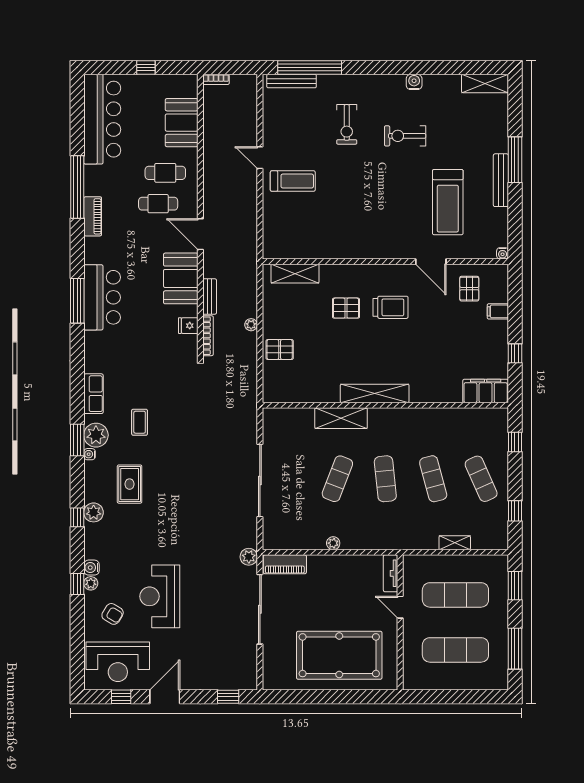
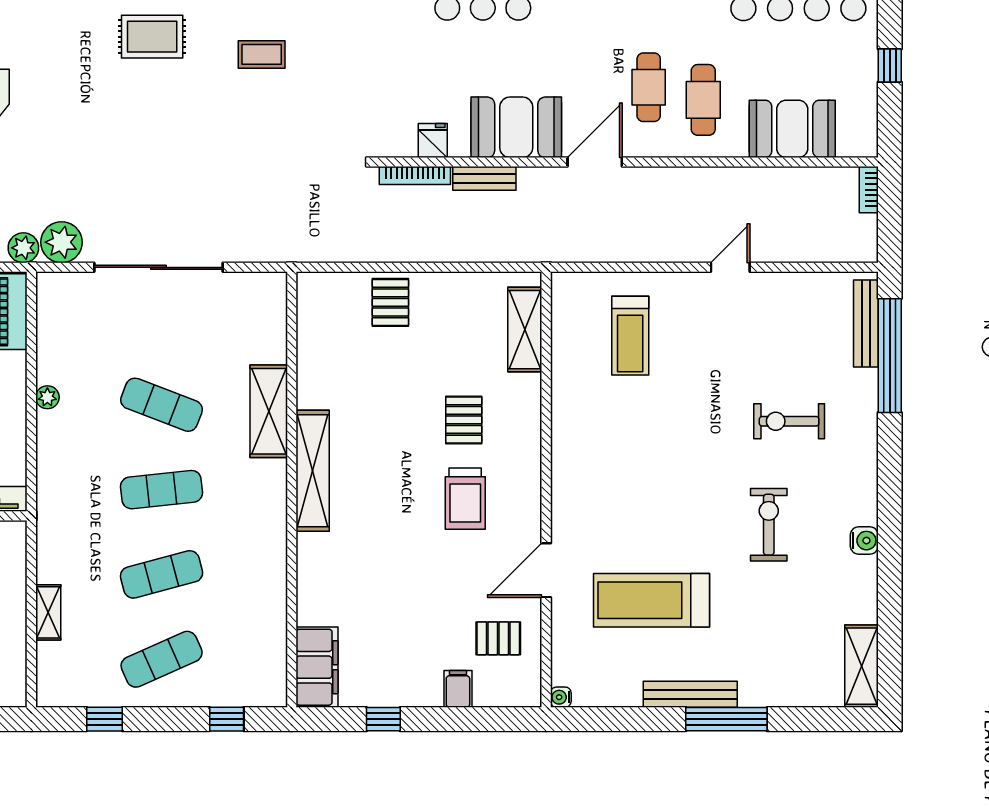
treadmill: (293, 181) -> (630, 336), moved
plant: (251, 325) -> (61, 242), moved, width x1.88, depth x1.88

